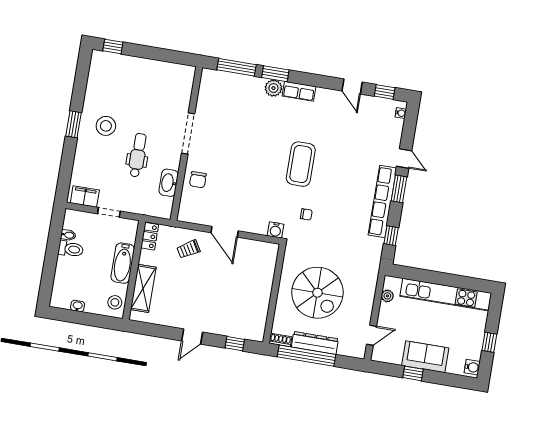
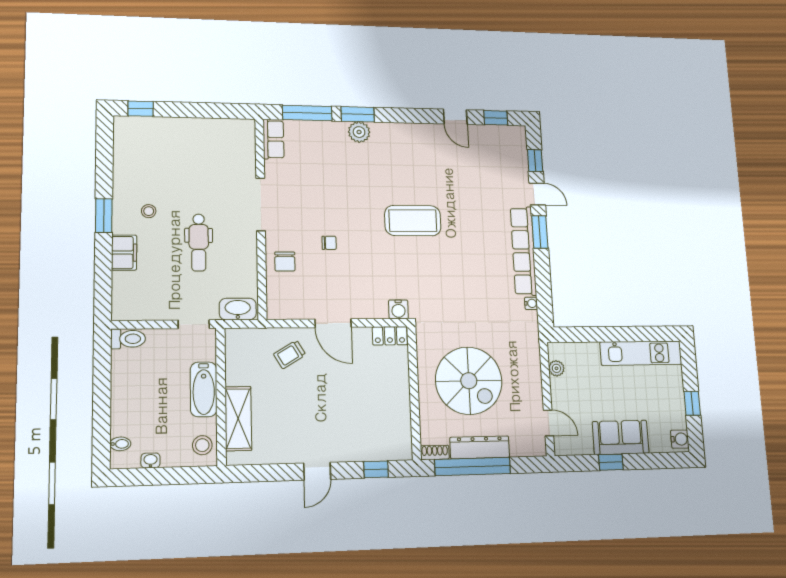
row of seats: (299, 91) -> (273, 139), moved, turned -90
water cooler: (401, 113) -> (531, 303), moved
stool: (106, 126) -> (149, 211), width x0.53, depth x0.53
dental chair: (138, 155) -> (199, 243), turned 180
coffee table: (301, 164) -> (413, 221), turned 90
washbasin: (169, 183) -> (238, 309), moved, turned 90
filing cabinet: (85, 197) -> (124, 253), moved, turned 90
doorway: (109, 212) -> (194, 324), moved
chair: (306, 214) -> (329, 243), moved
bidet: (68, 235) -> (120, 444), moved
locker: (150, 236) -> (390, 336), moved, turned 90
window: (391, 236) -> (535, 161), moved
toilet: (71, 249) -> (128, 339), moved
kitchen unit: (446, 295) -> (641, 353), width x0.73
door: (371, 335) -> (549, 423), hinge flipped

